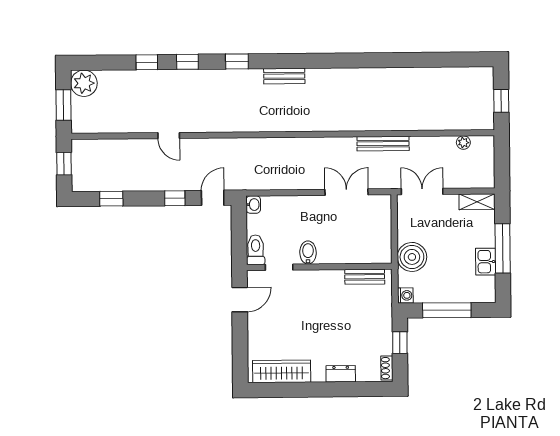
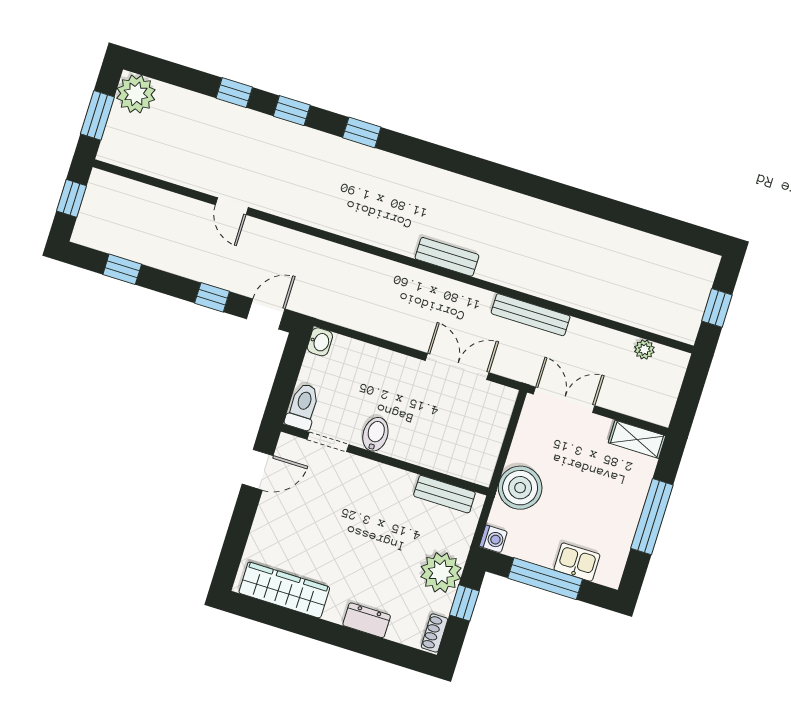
bench: (284, 76) -> (447, 257), moved
kitchen sink: (486, 262) -> (577, 562), moved, turned 90
plant: (379, 328) -> (441, 572), added

